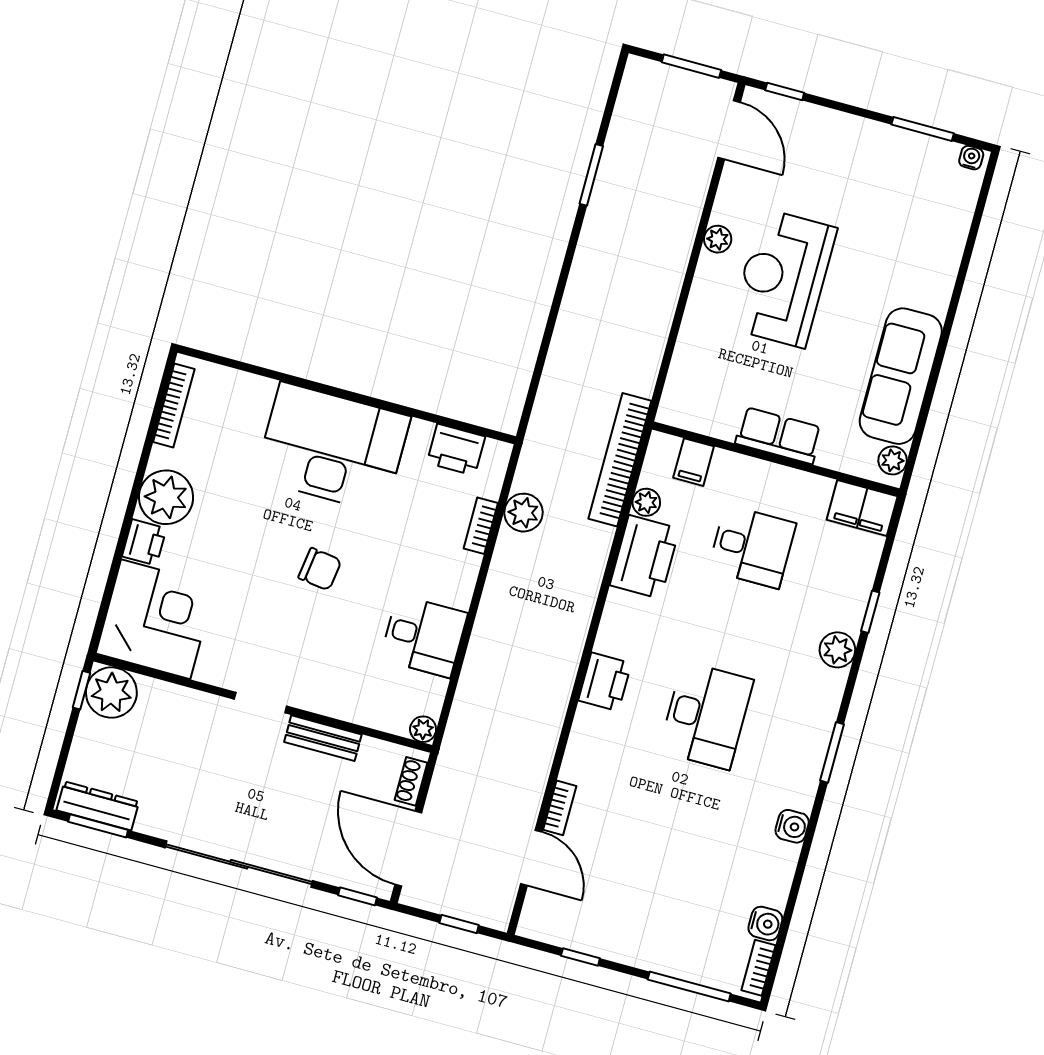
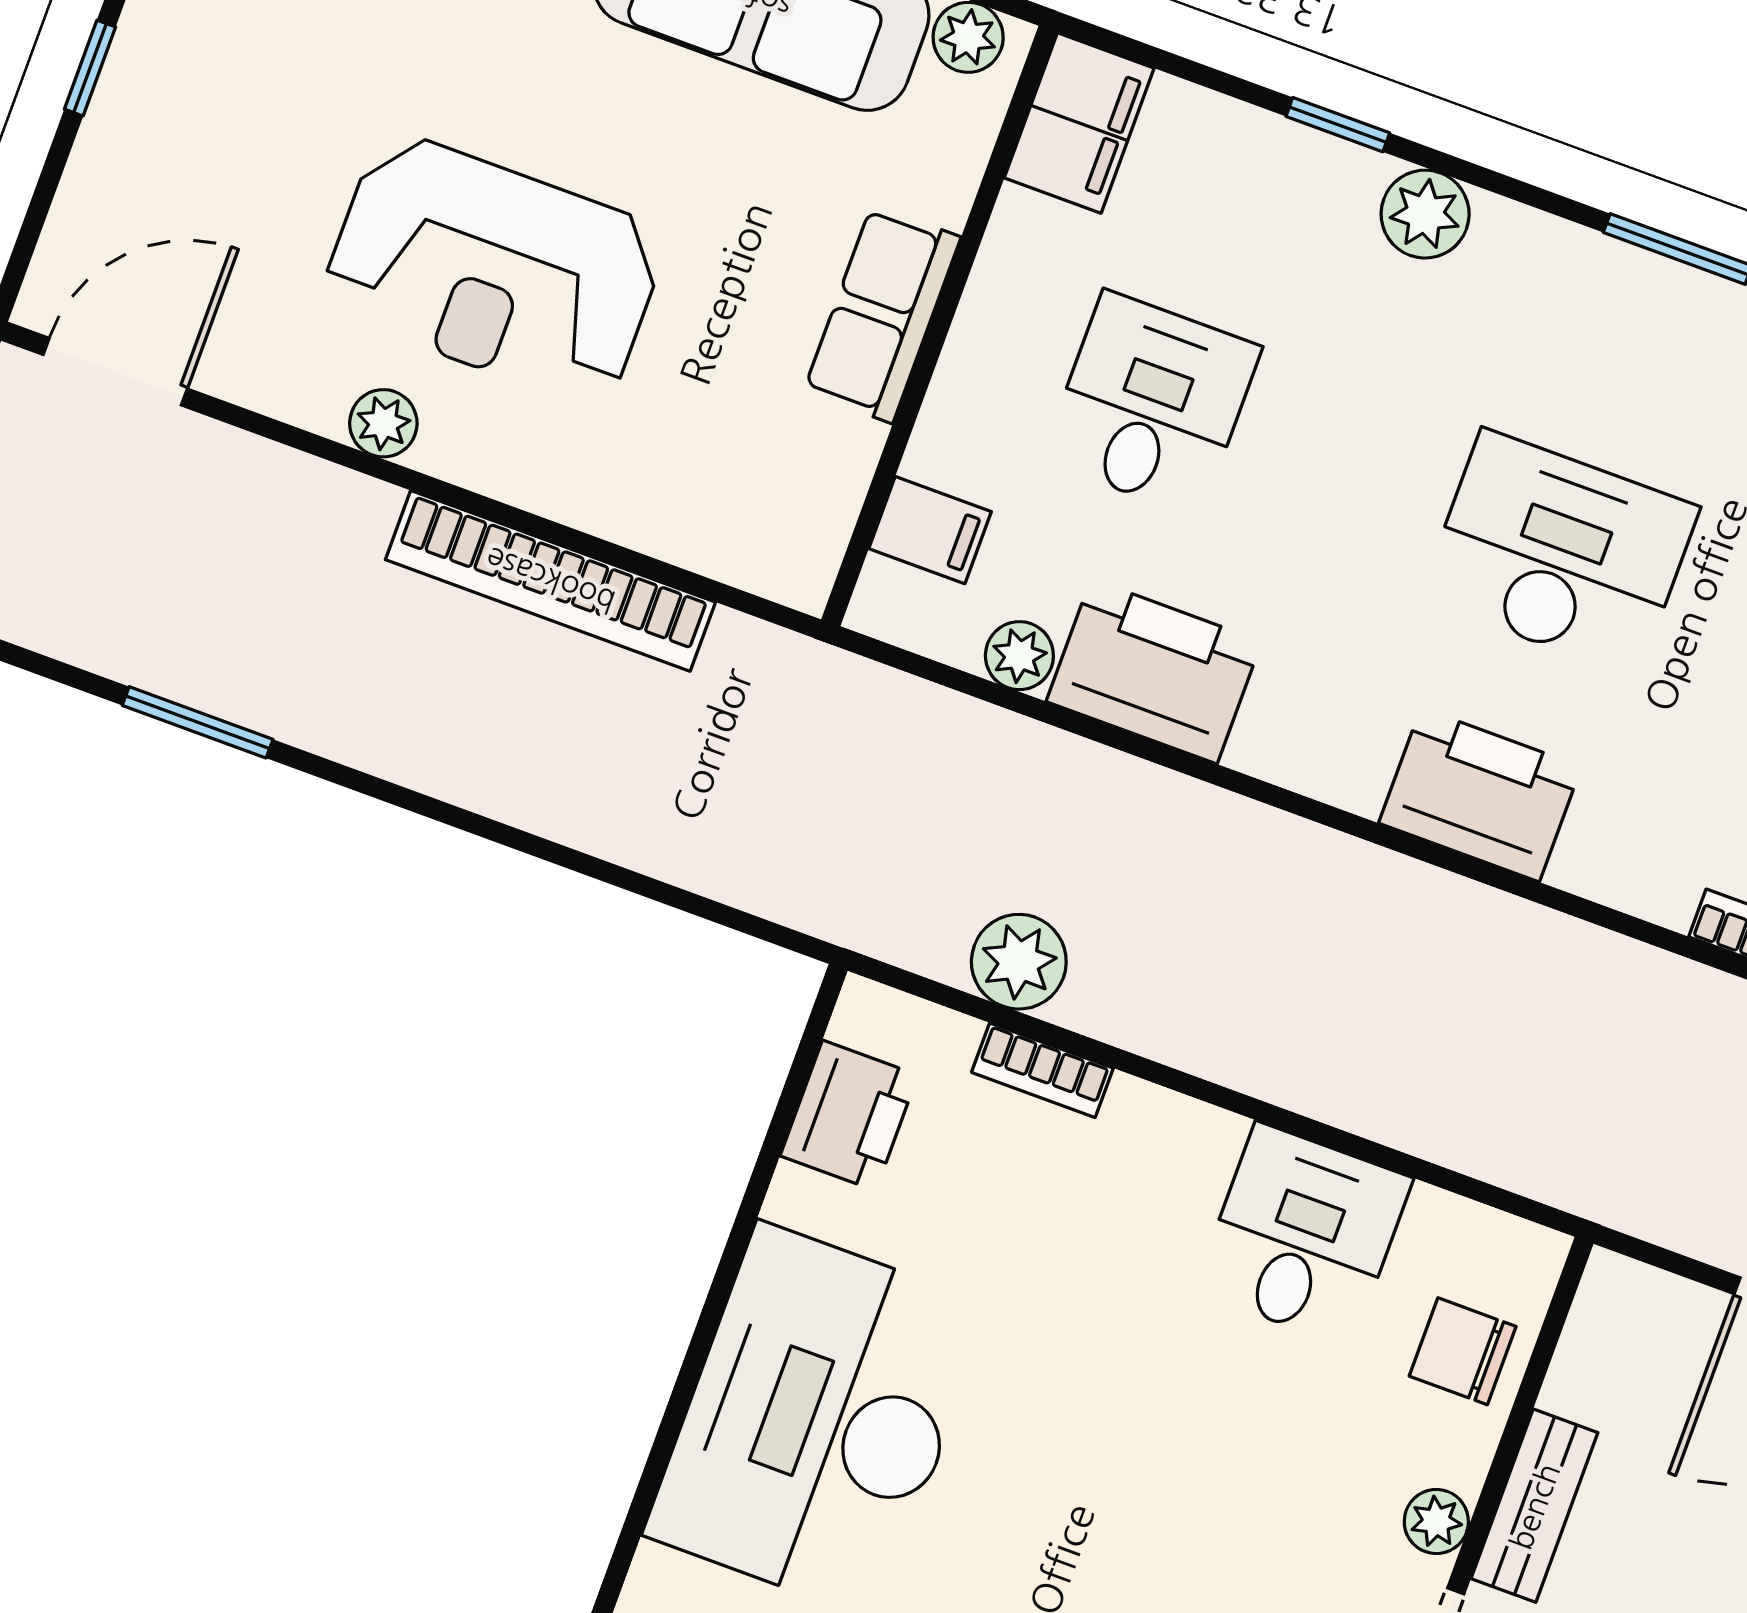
window: (785, 91) -> (90, 68), moved
bookcase: (620, 460) -> (550, 581), moved
chair: (320, 569) -> (1463, 1351), moved, turned -98
printer: (605, 682) -> (1480, 795), width x1.37, depth x1.19
plant: (423, 729) -> (1436, 1521), moved
shoe rack: (411, 781) -> (1660, 1297), removed

